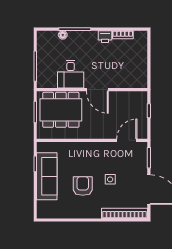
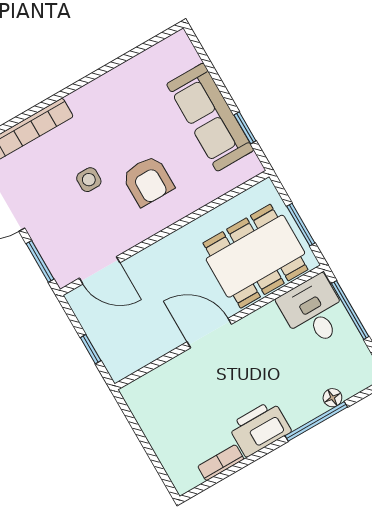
printer: (105, 37) -> (260, 428), width x1.87, depth x1.48
desk: (71, 74) -> (314, 311), moved
door: (127, 140) -> (100, 270), hinge flipped
armchair: (83, 186) -> (148, 181), moved

